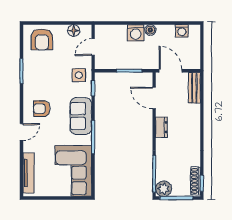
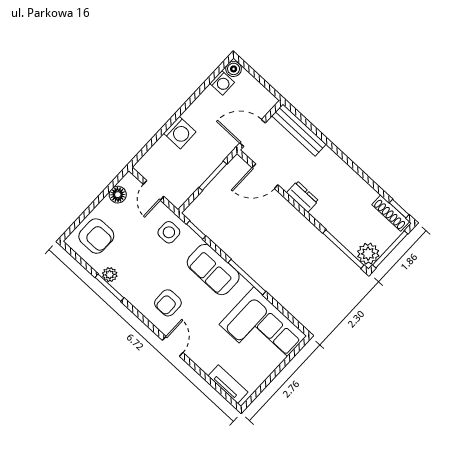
boiler: (150, 30) -> (234, 69), moved
plant: (28, 65) -> (110, 275), added
bench: (194, 88) -> (299, 130), width x1.36
tv unit: (29, 173) -> (228, 384), width x0.71

